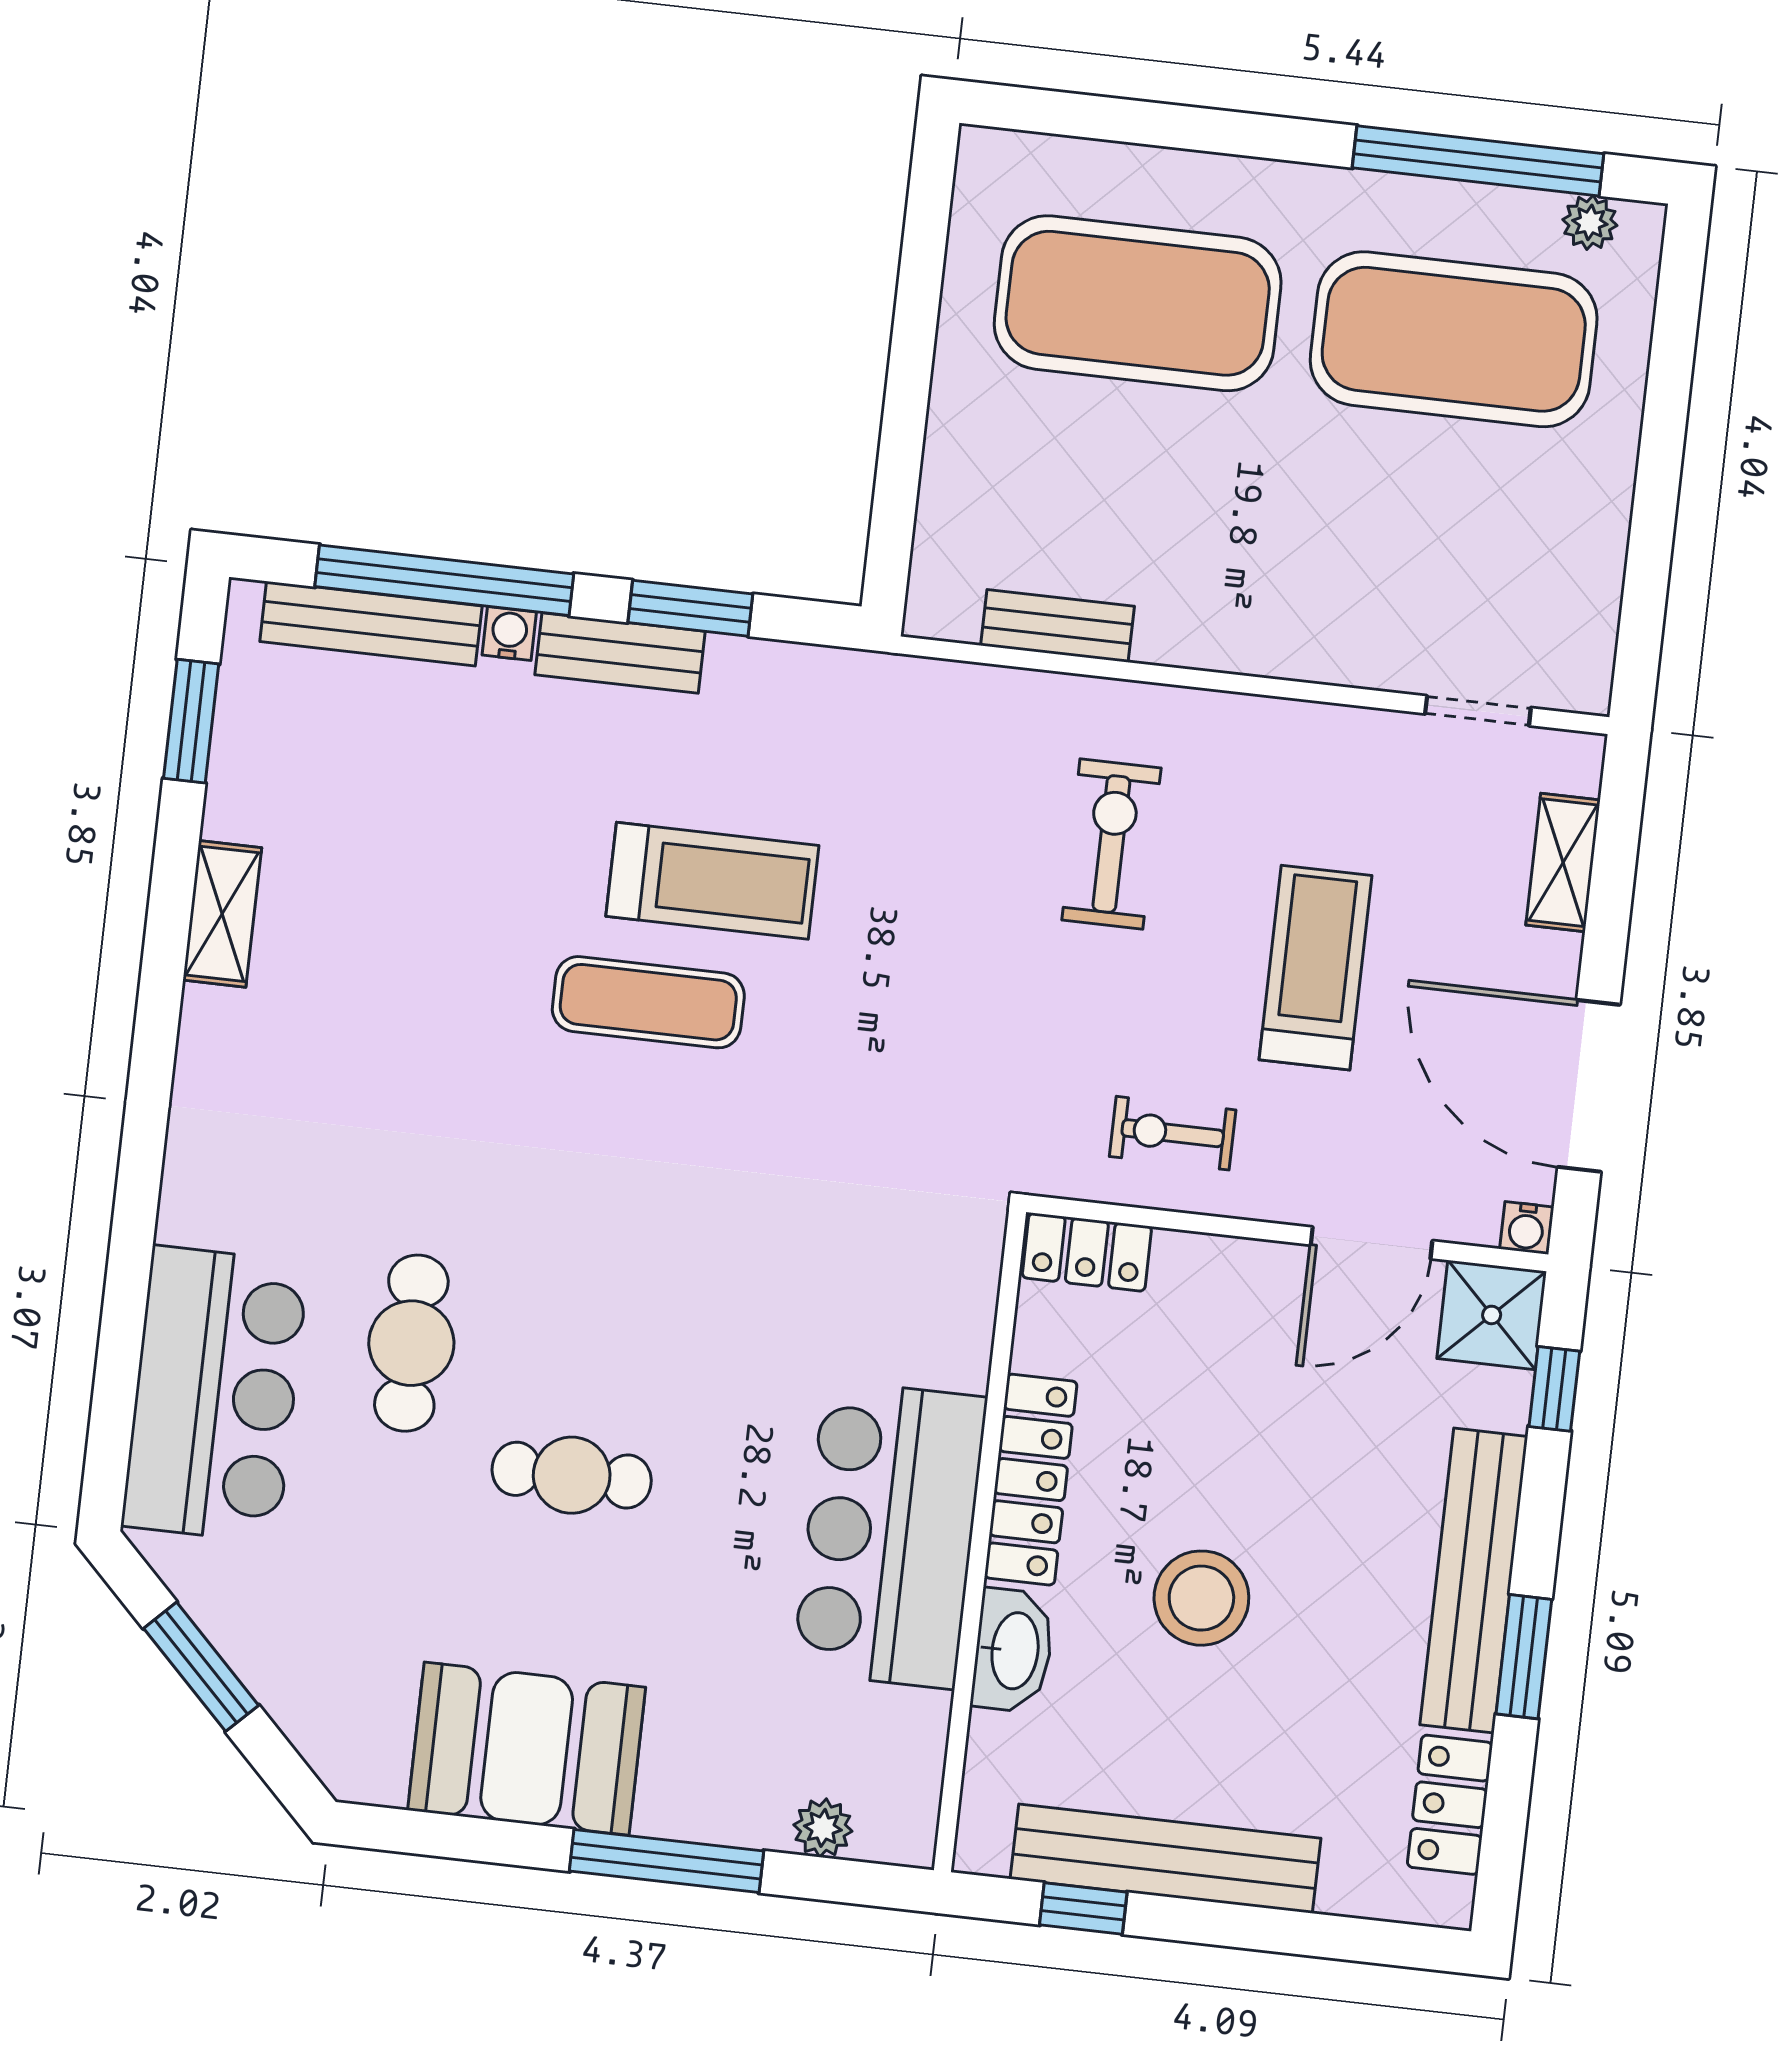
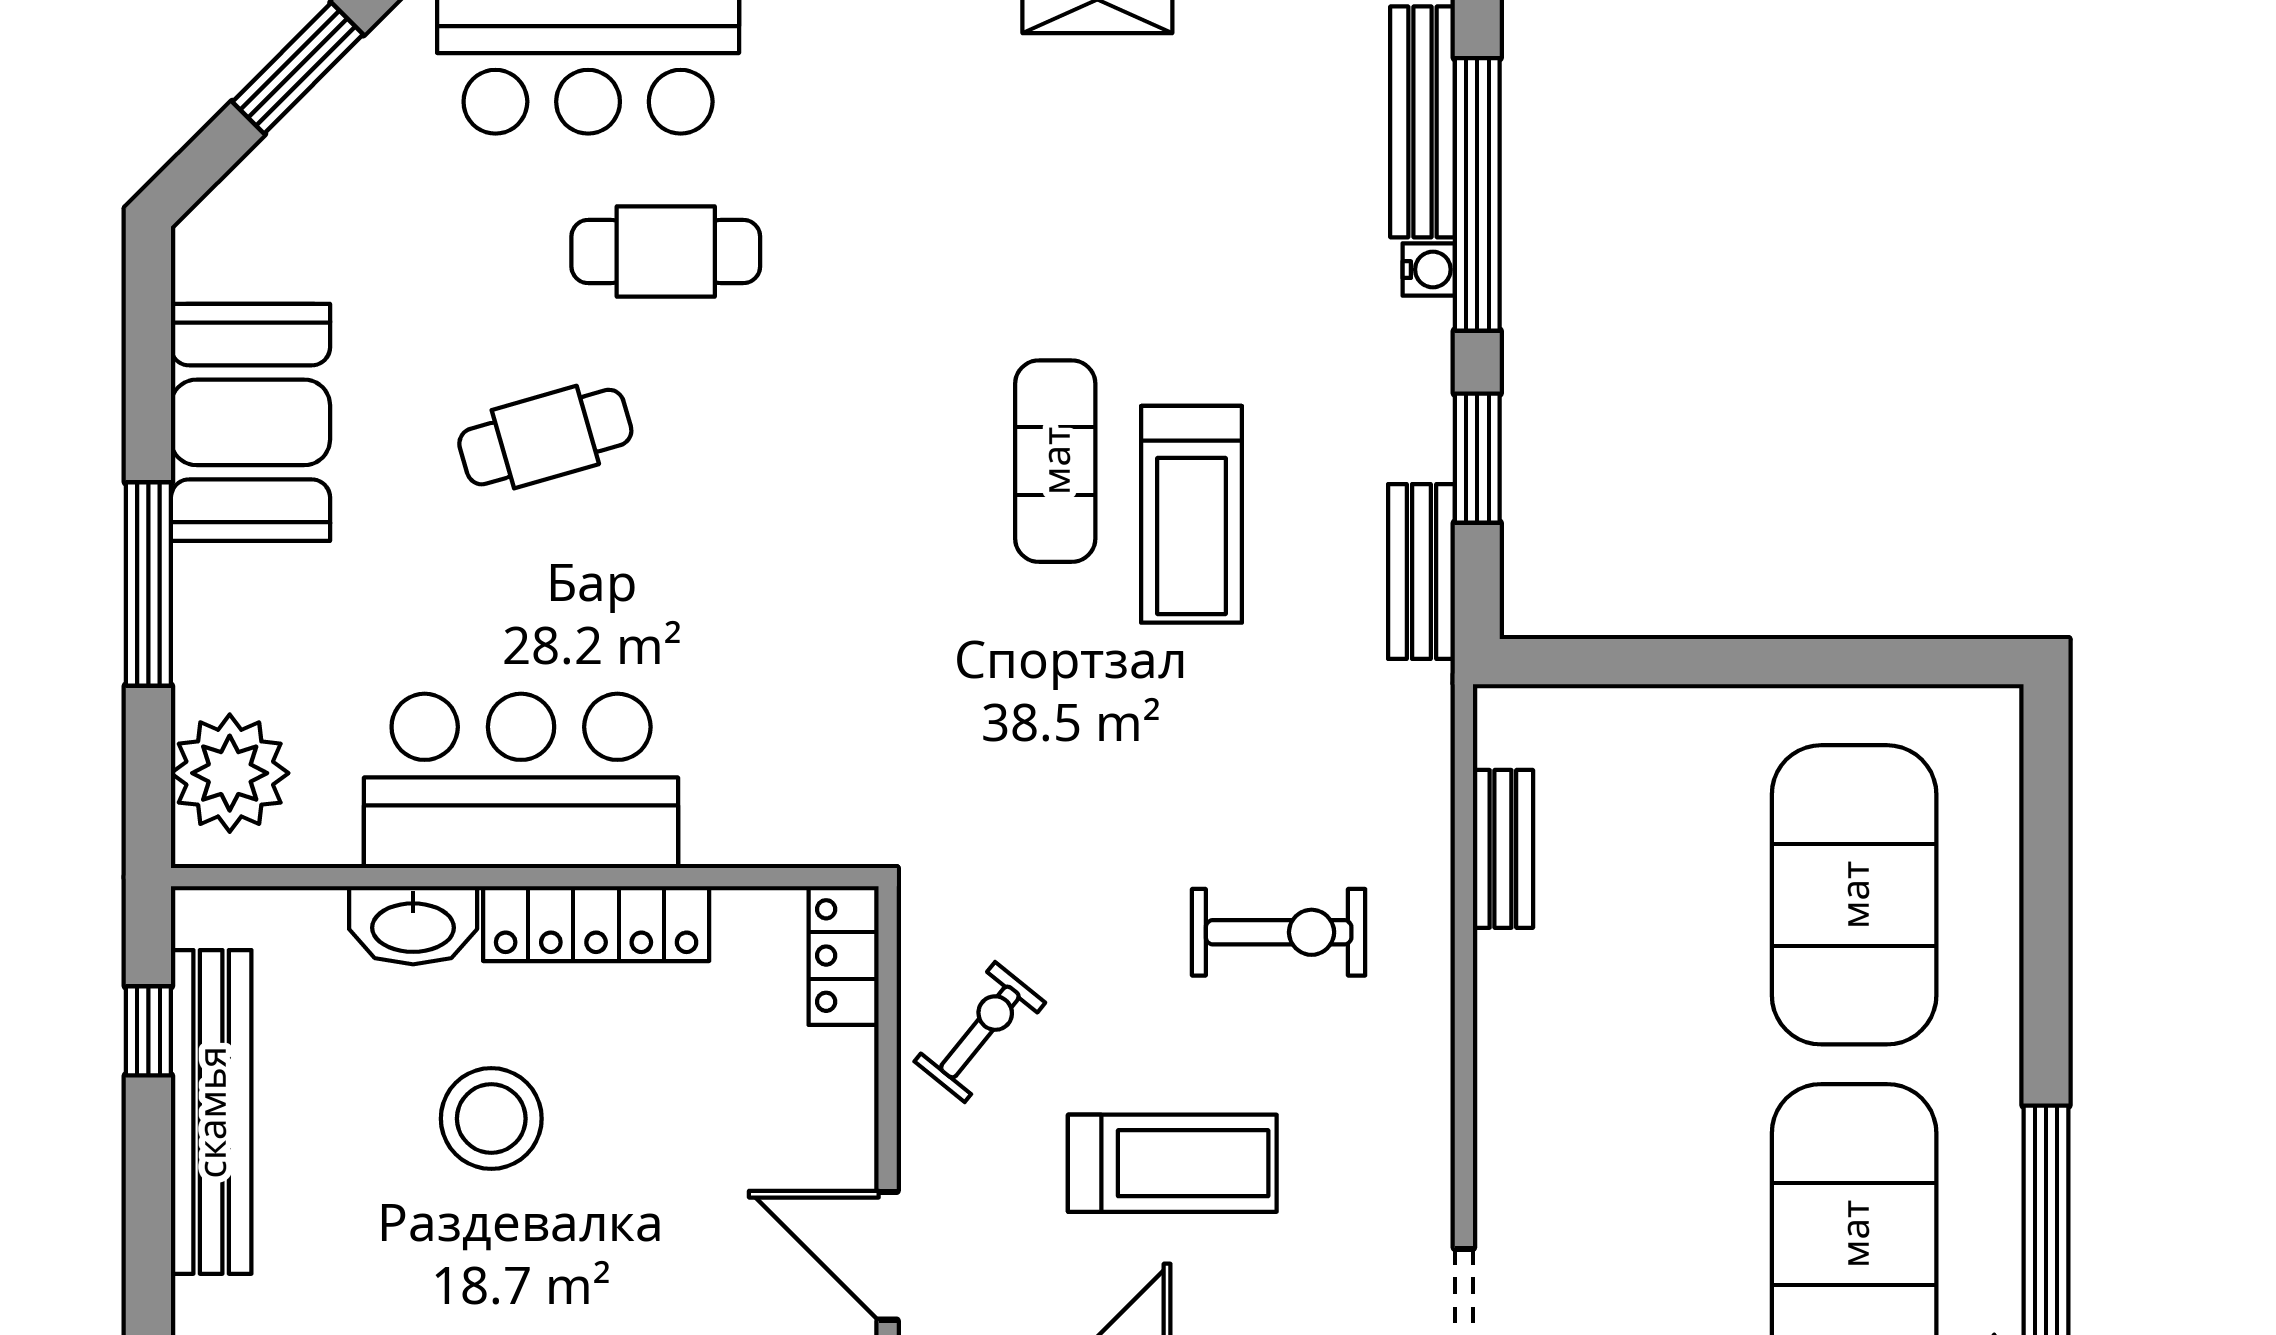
bench: (620, 653) -> (1421, 571), moved
exercise bike: (1173, 1133) -> (980, 1032), turned 39
cafe table: (572, 1475) -> (545, 437), turned 74
plant: (823, 1828) -> (230, 773), width x1.87, depth x1.87

